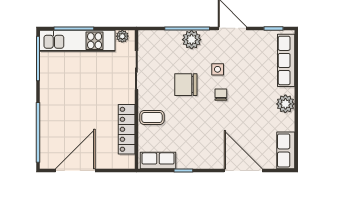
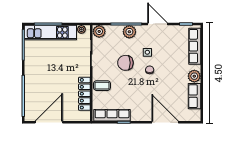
plant: (148, 39) -> (99, 31), added
row of seats: (286, 150) -> (194, 96), moved
row of seats: (158, 160) -> (112, 115), width x1.48

